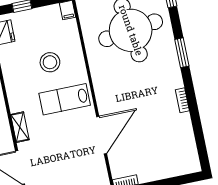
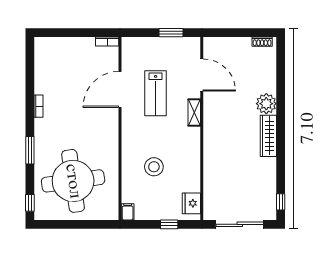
lab bench: (65, 99) -> (156, 93), moved, turned 90

